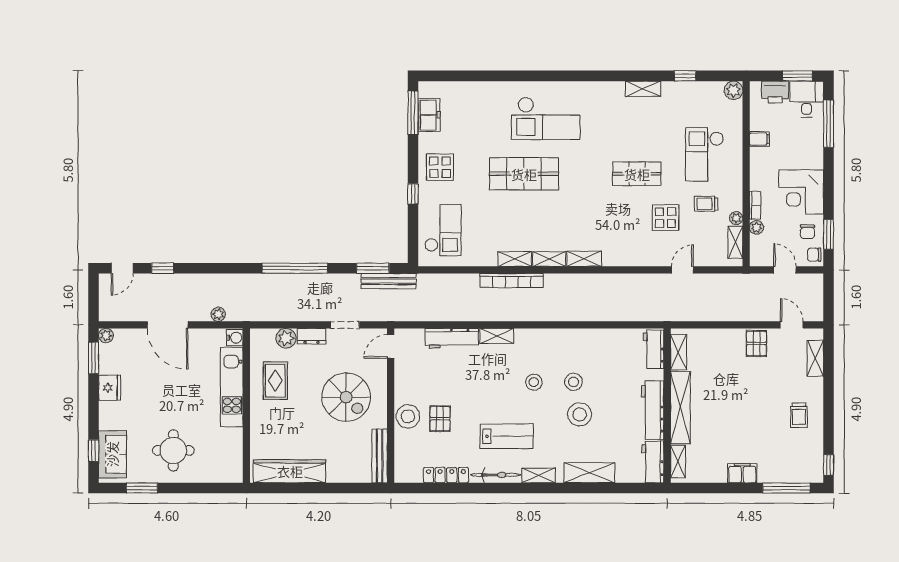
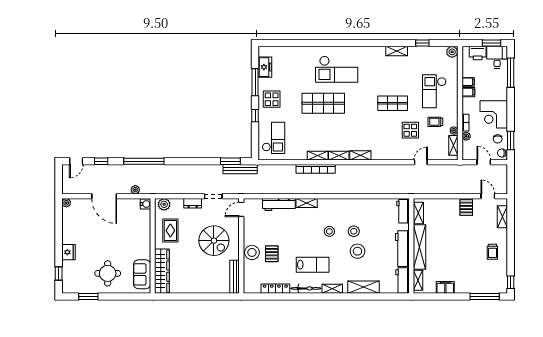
window: (413, 113) -> (255, 82), moved
filing cabinet: (760, 156) -> (468, 92), added
window: (295, 268) -> (144, 161), moved
plant: (286, 338) -> (164, 204), moved
window: (94, 358) -> (59, 216), removed
kitchen unit: (232, 387) -> (144, 234), removed
fridge: (110, 388) -> (68, 252), moved
sofa: (112, 454) -> (142, 274), moved, turned 180
wardrobe: (290, 471) -> (162, 271), moved, turned 90
filing cabinet: (742, 473) -> (445, 287), moved

